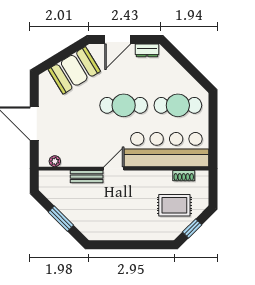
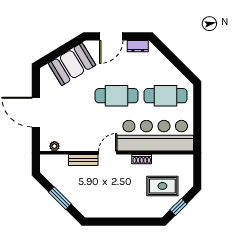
shoe rack: (184, 176) -> (142, 159), moved

